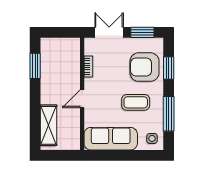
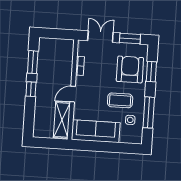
armchair: (145, 67) -> (130, 69), turned 90
window: (35, 96) -> (31, 89), added
shelving: (49, 125) -> (62, 120), moved
side table: (152, 138) -> (130, 120), moved

